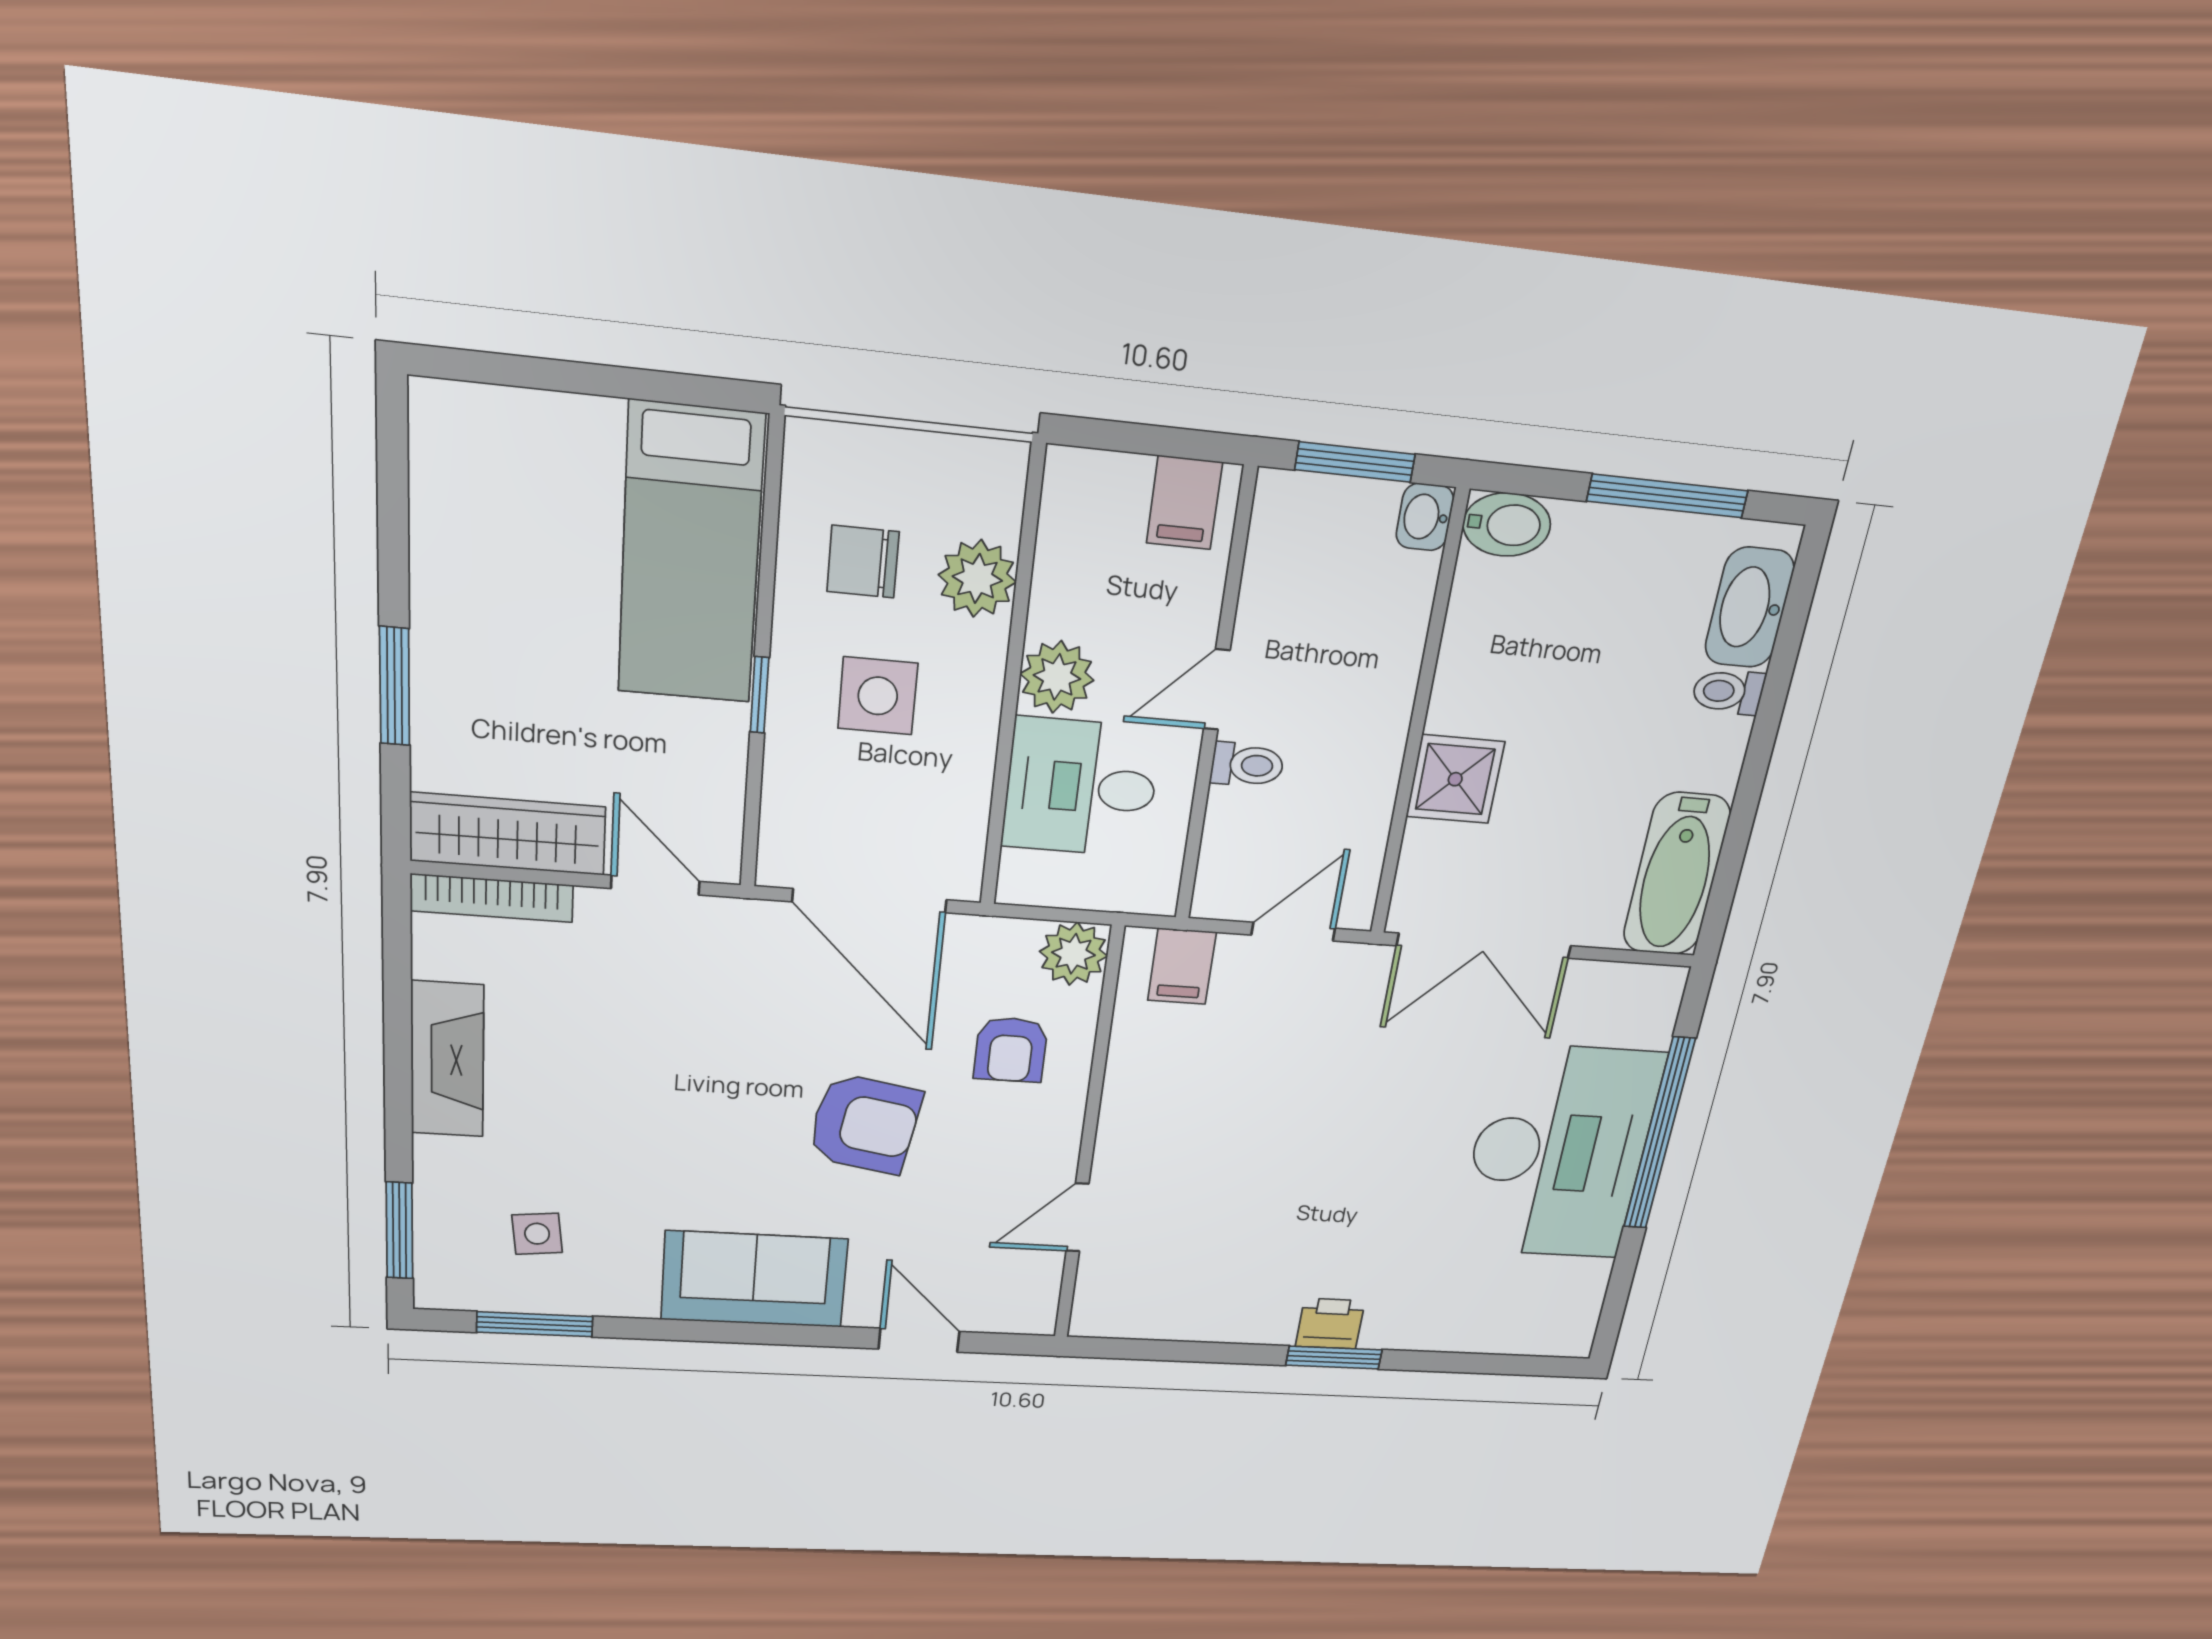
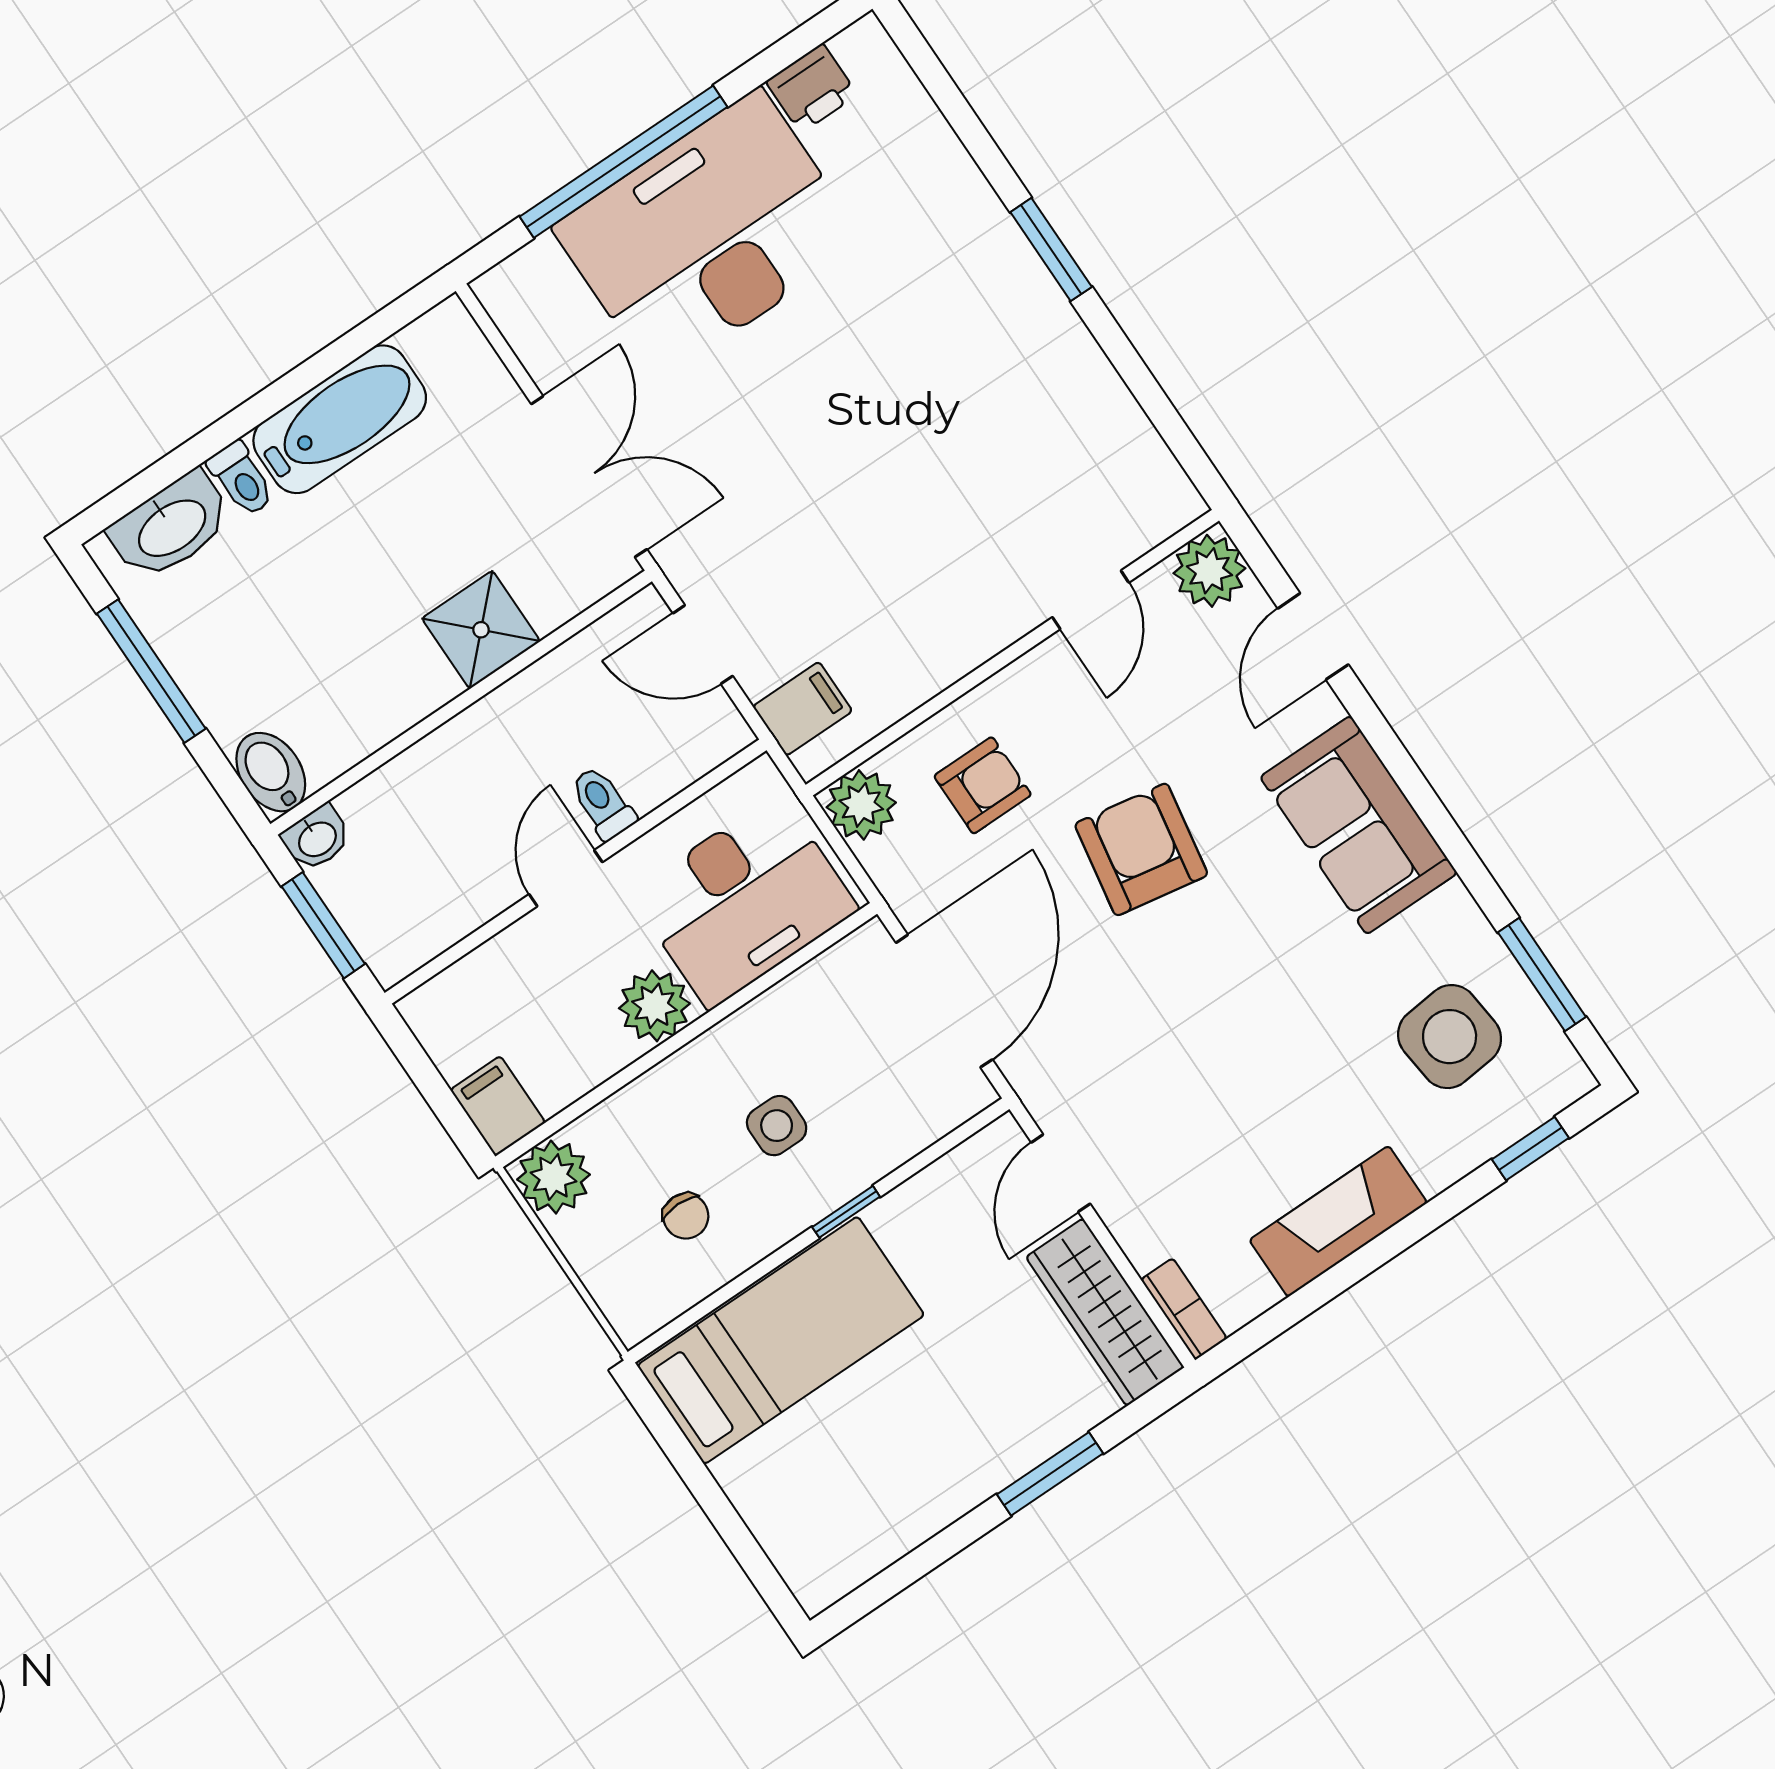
filing cabinet: (1184, 503) -> (498, 1106), moved, turned -90
chair: (863, 562) -> (686, 1216), width x0.73, depth x0.73
plant: (977, 578) -> (553, 1177), moved
door: (1217, 689) -> (566, 878), swing flipped
side table: (878, 696) -> (777, 1126), width x0.73, depth x0.73
desk: (1081, 787) -> (744, 901), width x1.37
bathtub: (1677, 874) -> (340, 419), moved
bookcase: (492, 898) -> (1184, 1309), width x0.64
door: (1077, 1217) -> (1091, 600), hinge flipped
window: (399, 1231) -> (1530, 1149), width x0.67
side table: (537, 1234) -> (1450, 1037), width x1.87, depth x1.87
plant: (1026, 1307) -> (1209, 571), added
printer: (1330, 1324) -> (812, 88), moved, turned -90

